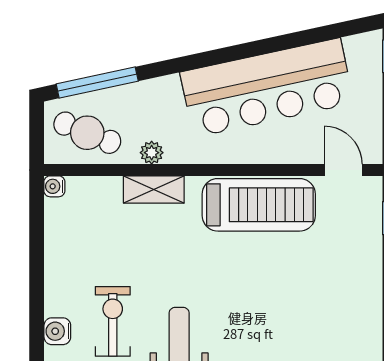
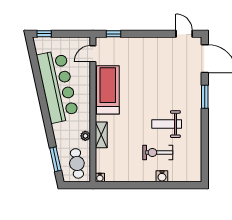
window: (97, 83) -> (55, 159), width x0.69
cafe table: (87, 133) -> (77, 163), turned -30

